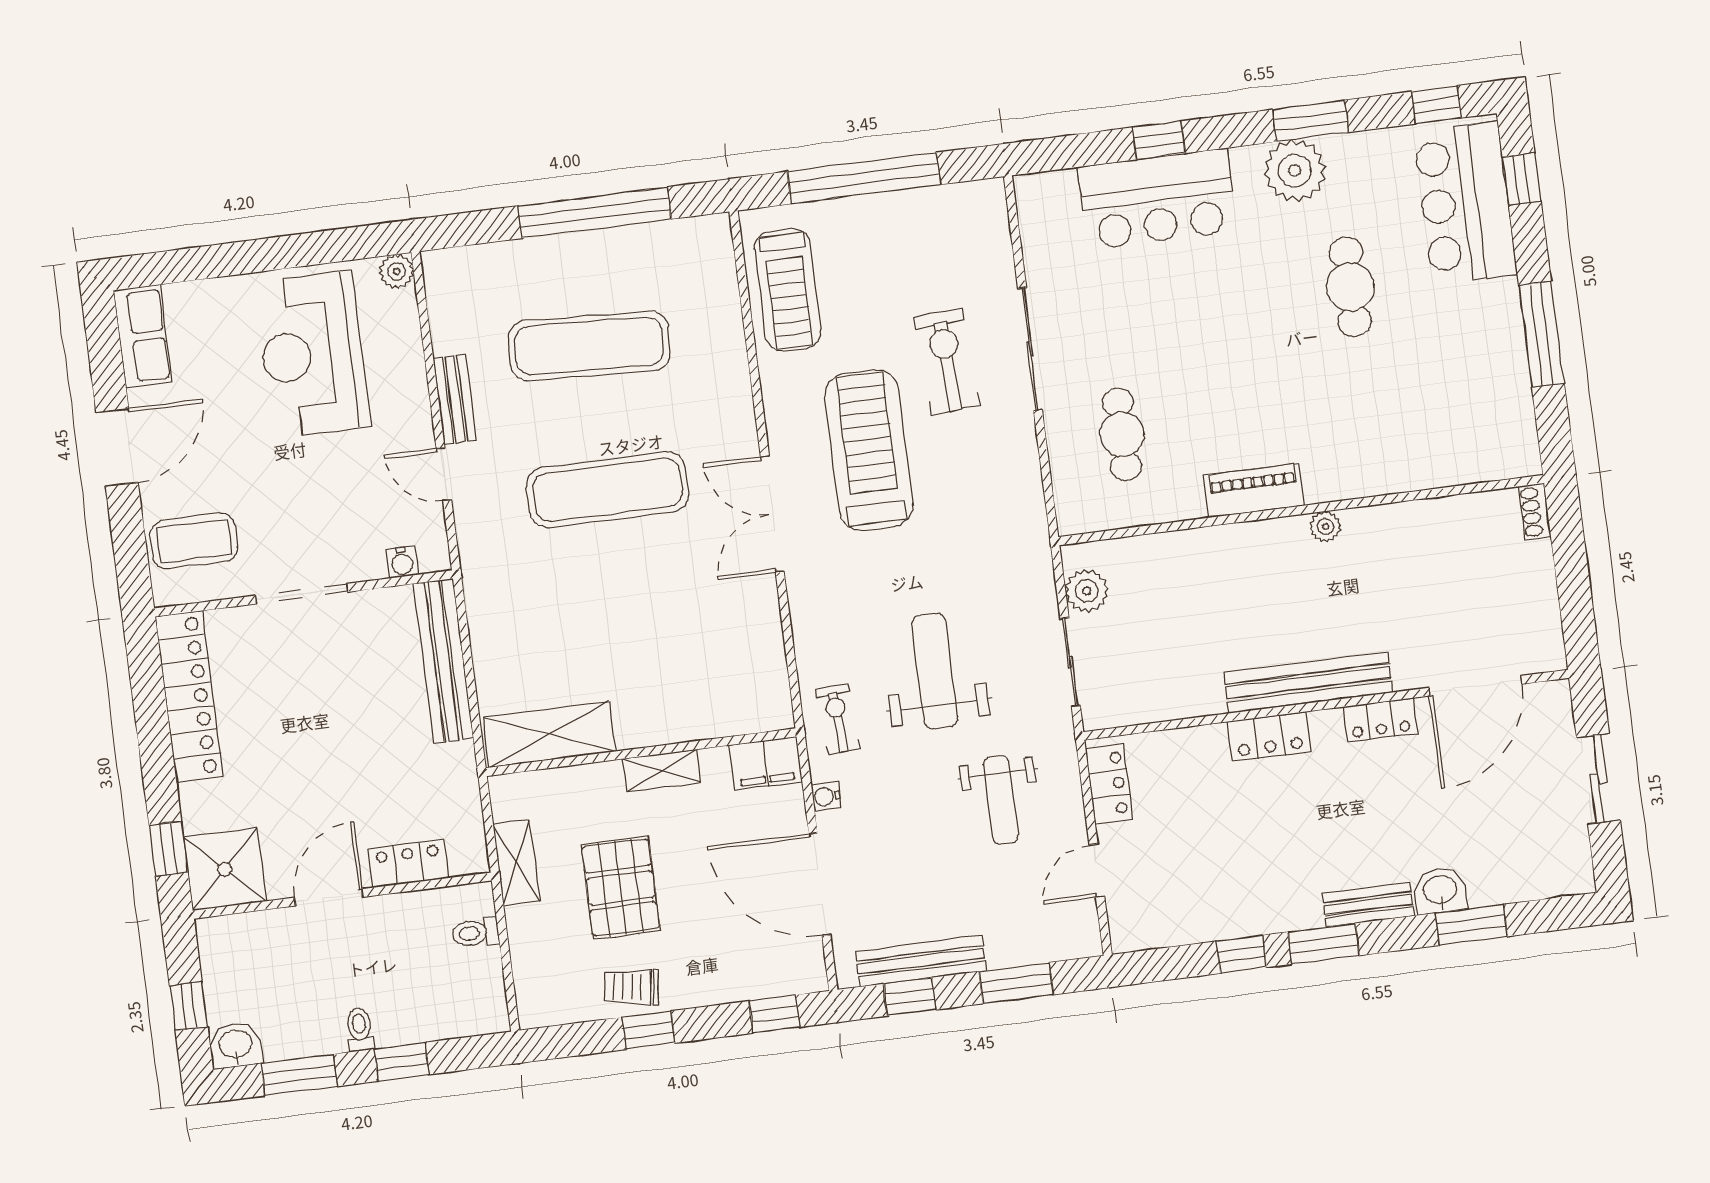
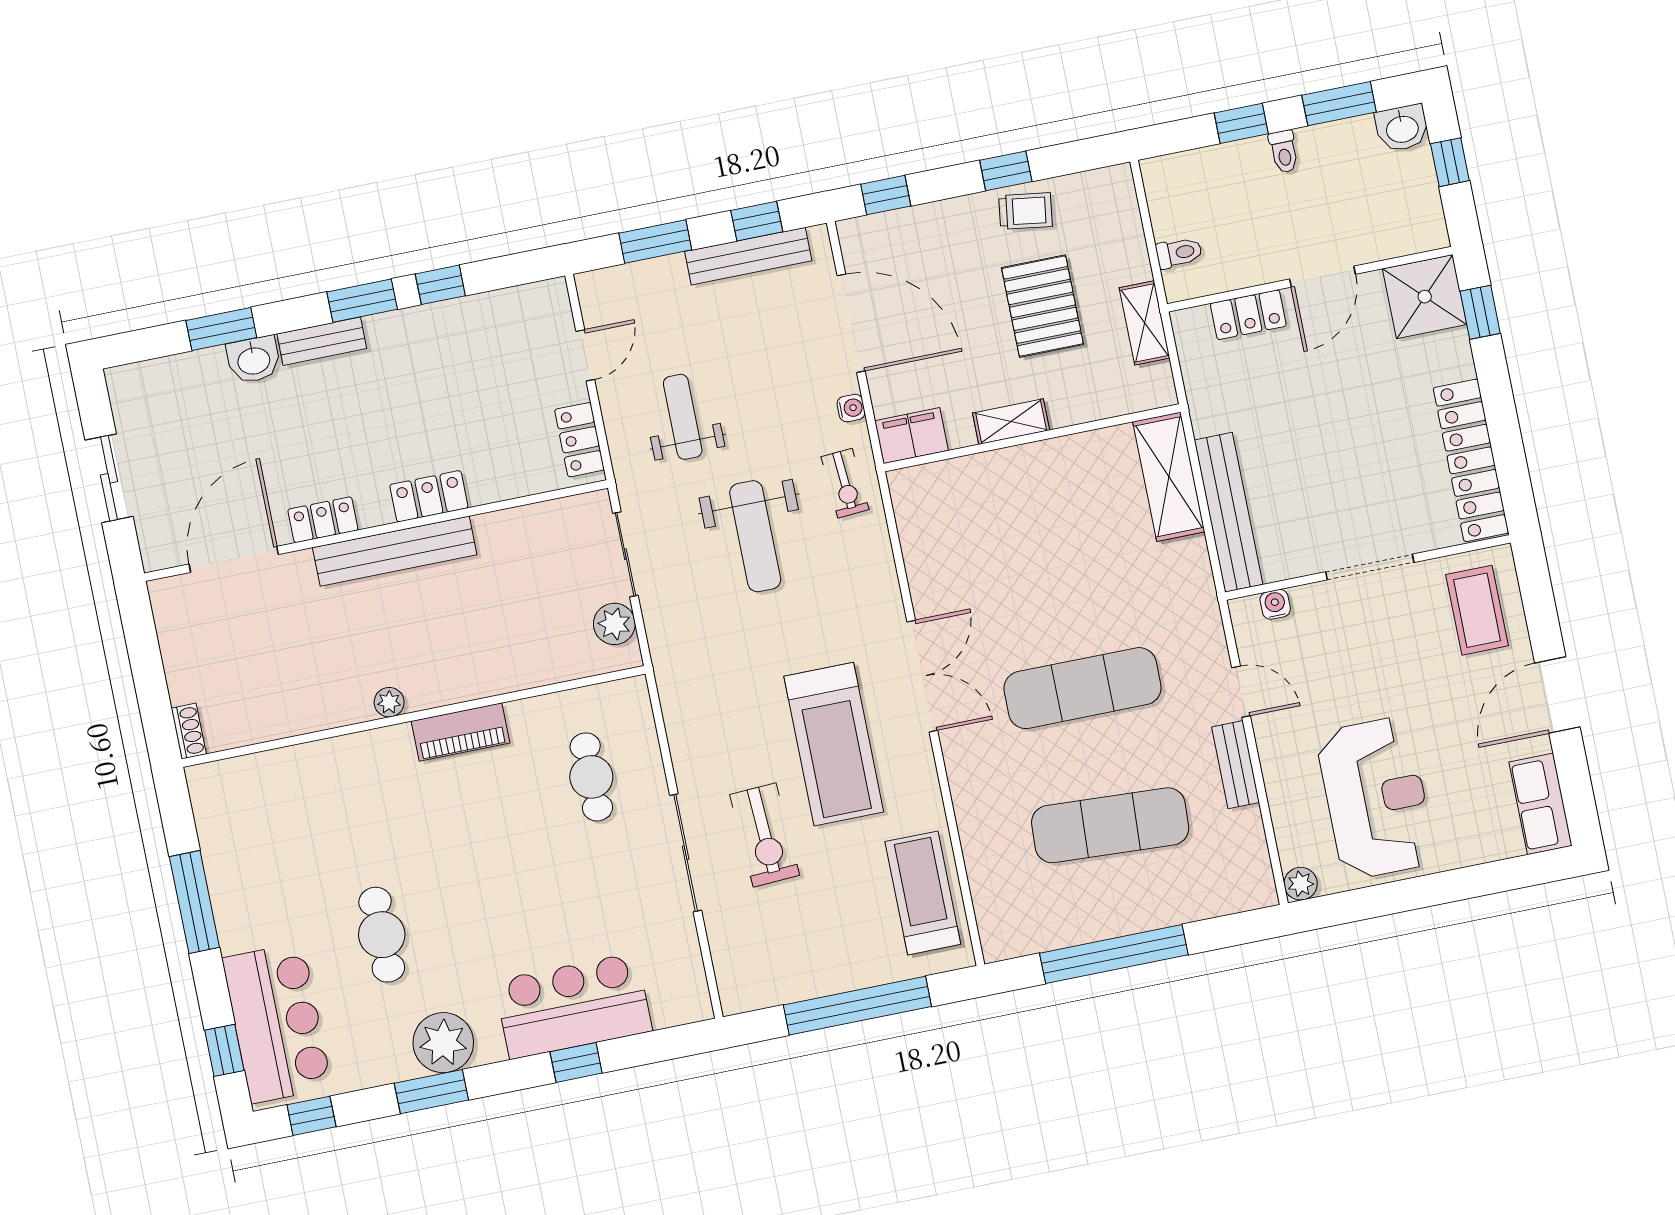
coffee table: (194, 541) -> (1477, 610), turned 90
shelving: (549, 734) -> (1169, 477), moved, turned 90

